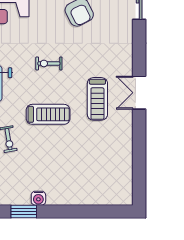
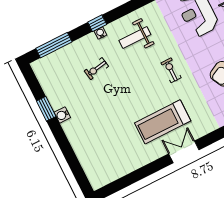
treadmill: (97, 99) -> (163, 122), width x1.37, depth x1.38
treadmill: (48, 114) -> (131, 90), removed

